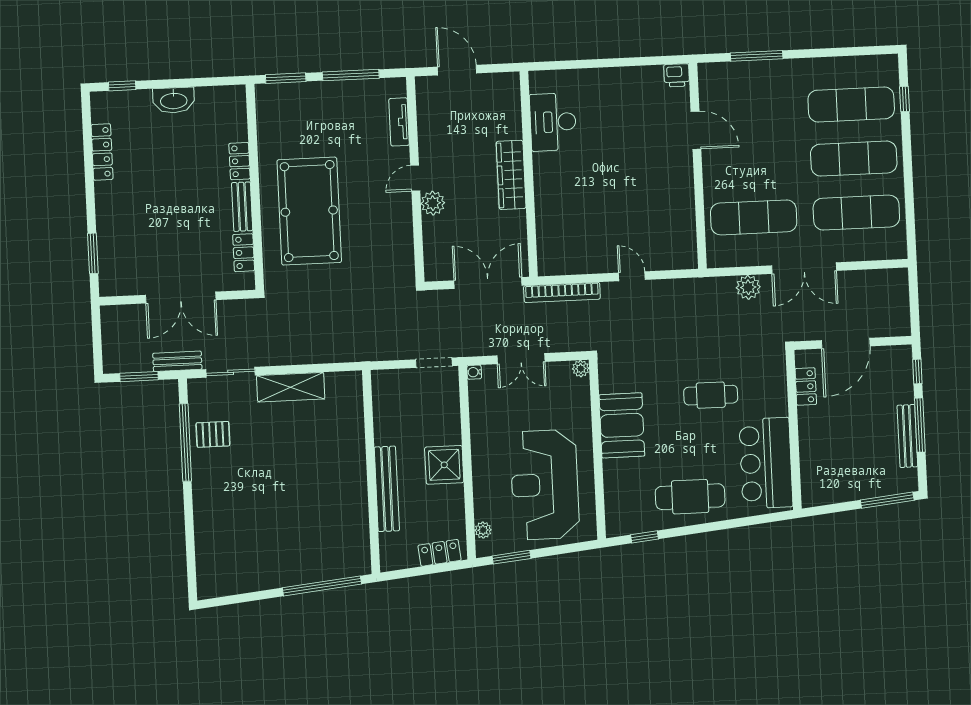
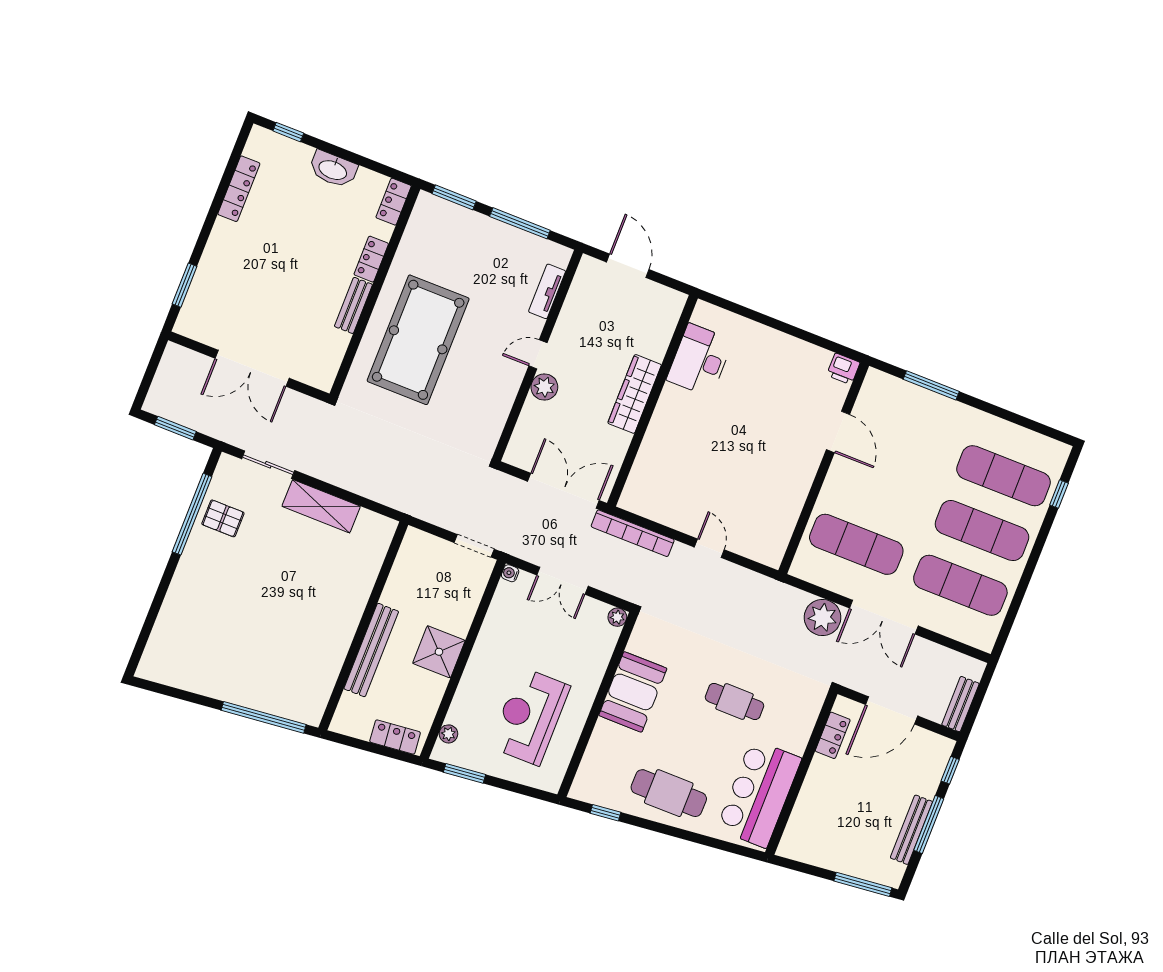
locker: (244, 253) -> (394, 202), moved
plant: (748, 287) -> (822, 617), width x1.36, depth x1.36
bench: (177, 361) -> (960, 704), moved, turned 90
reception desk: (545, 485) -> (530, 716), width x0.74, depth x0.77

